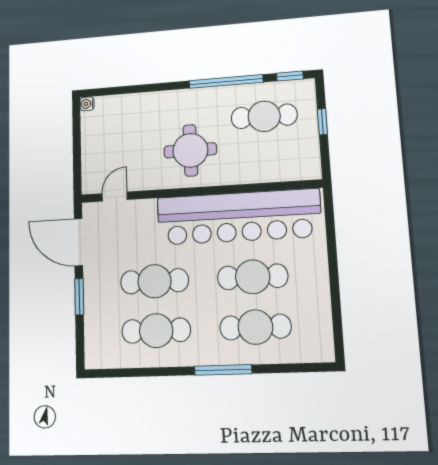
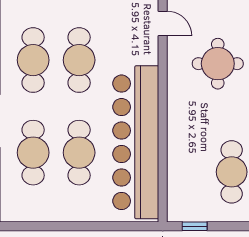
window: (322, 122) -> (195, 226), moved
round table: (190, 150) -> (218, 64), moved

